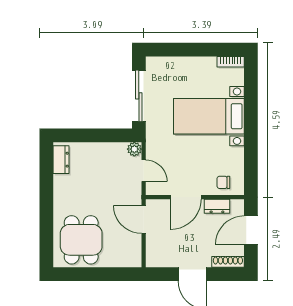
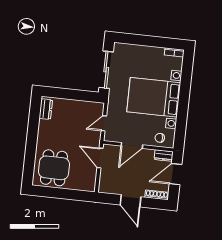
bed with nightstands: (209, 116) -> (154, 97), width x1.36
plant: (134, 149) -> (99, 107), removed
door: (144, 171) -> (104, 123), swing flipped
dresser: (217, 206) -> (164, 156), moved

